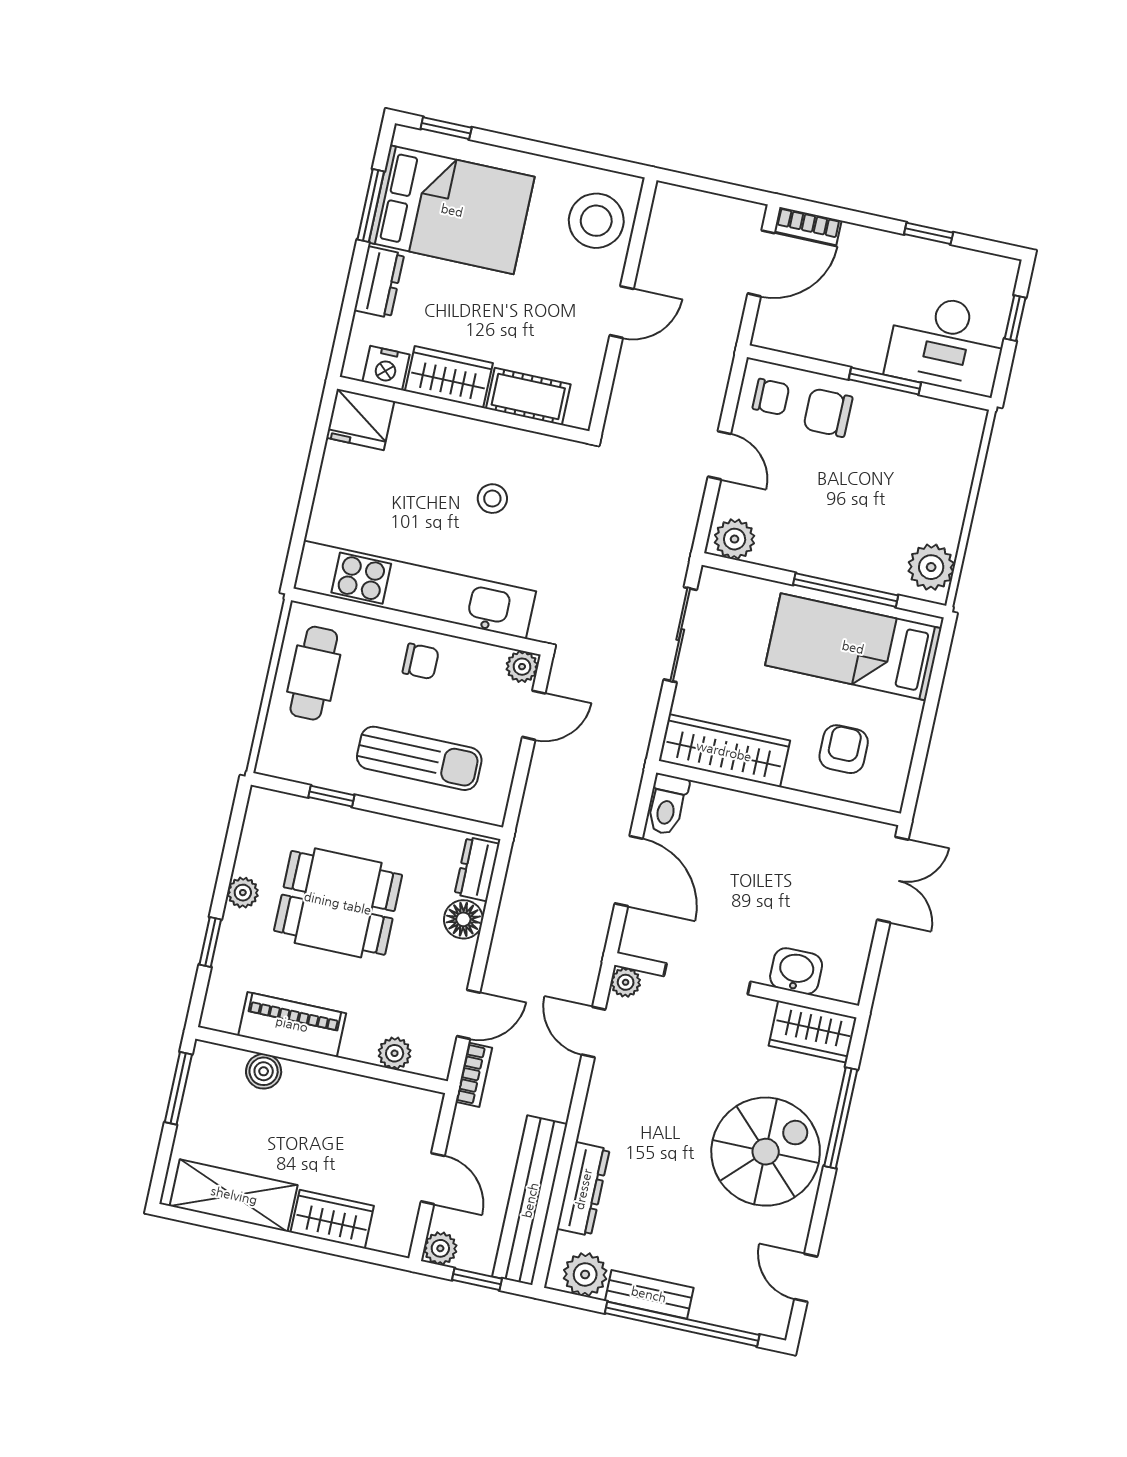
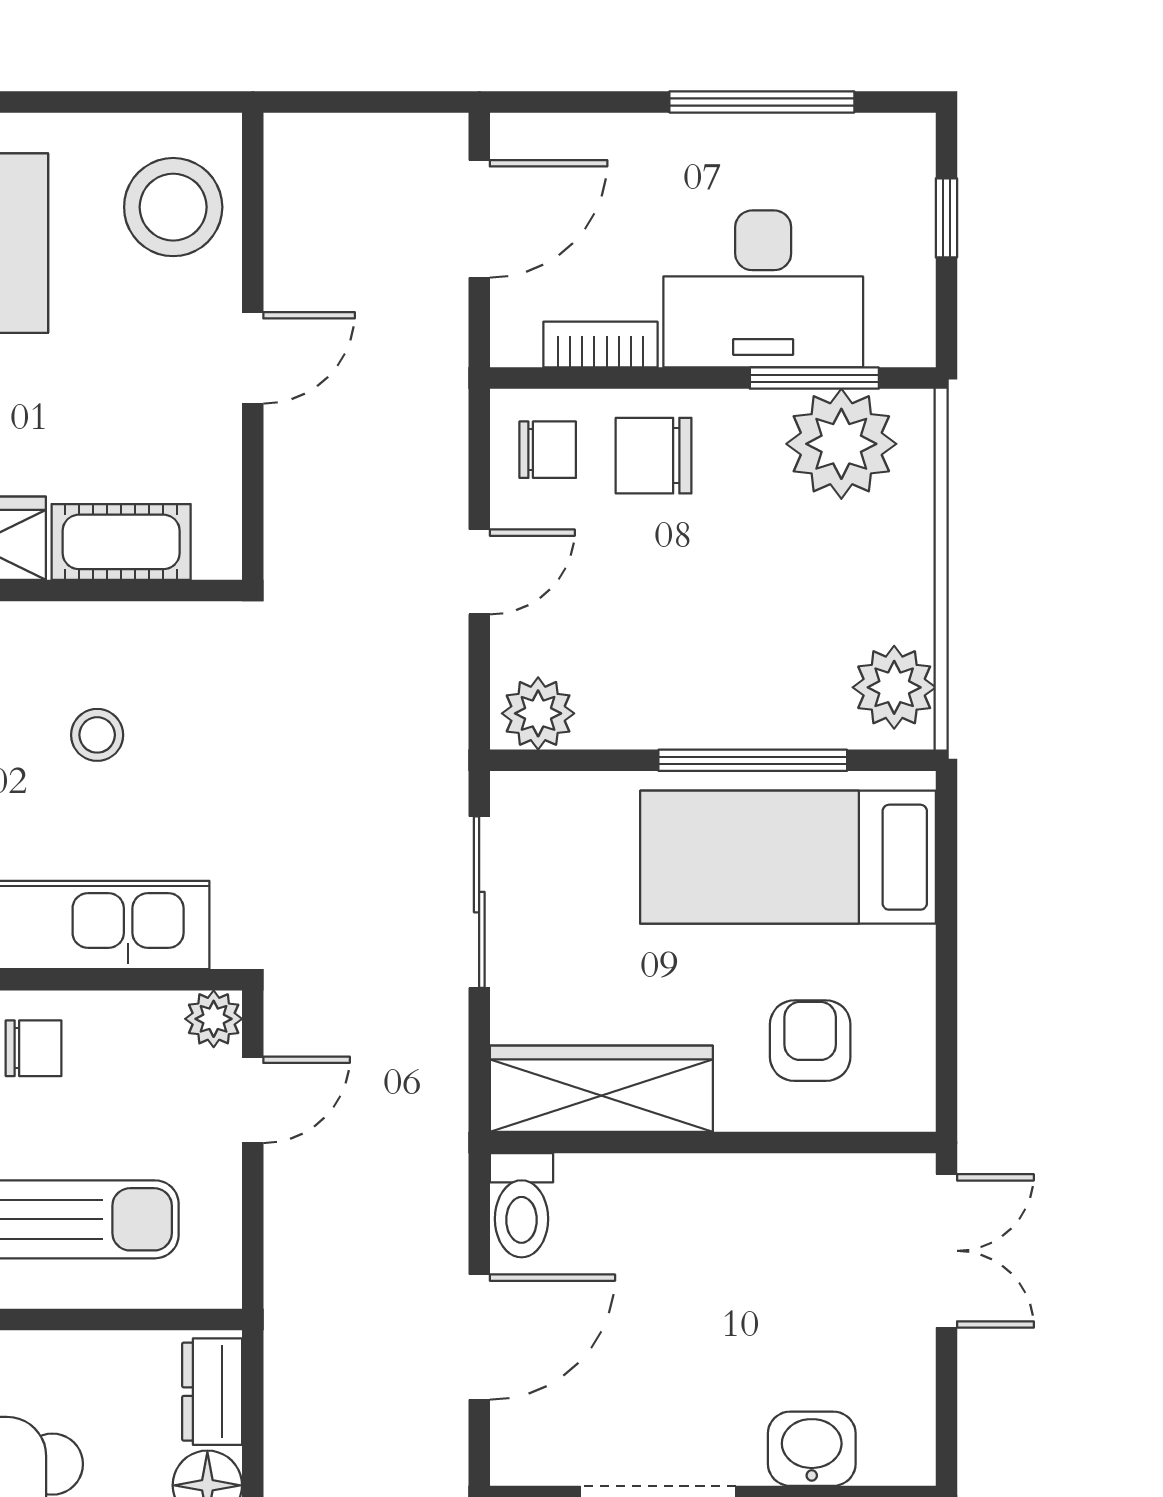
bookcase: (808, 226) -> (600, 345), moved, turned 180
window: (929, 233) -> (762, 102), width x2.17
desk: (947, 344) -> (763, 289), moved
window: (885, 381) -> (814, 378), moved
plant: (931, 428) -> (841, 444), added
door: (719, 455) -> (479, 572), hinge flipped
door: (629, 871) -> (479, 1337), hinge flipped

